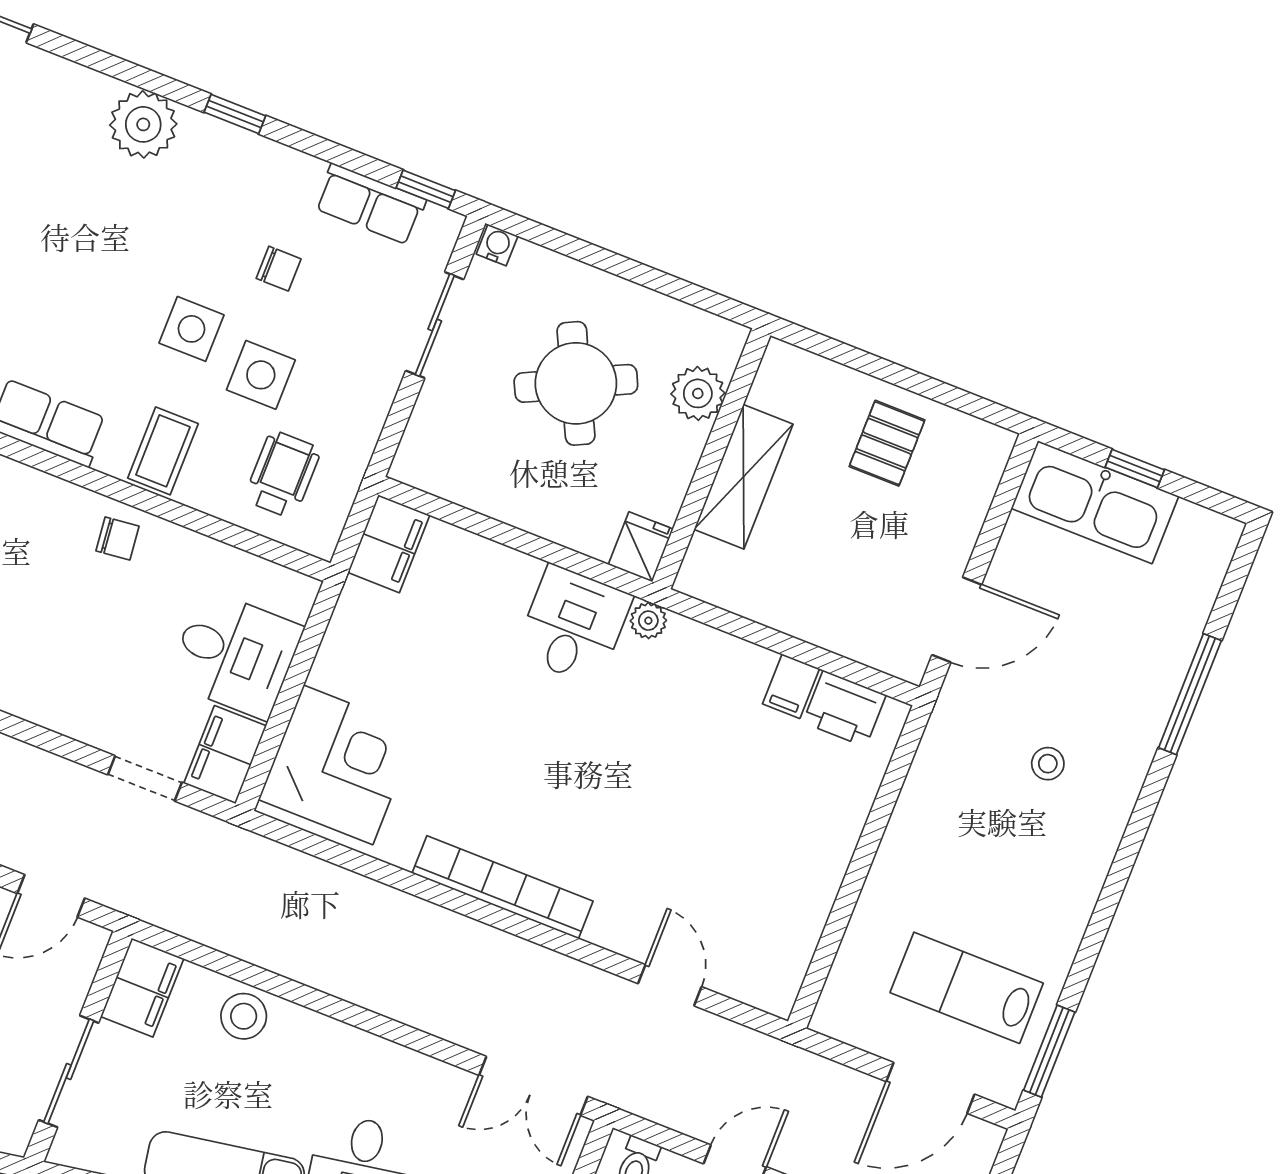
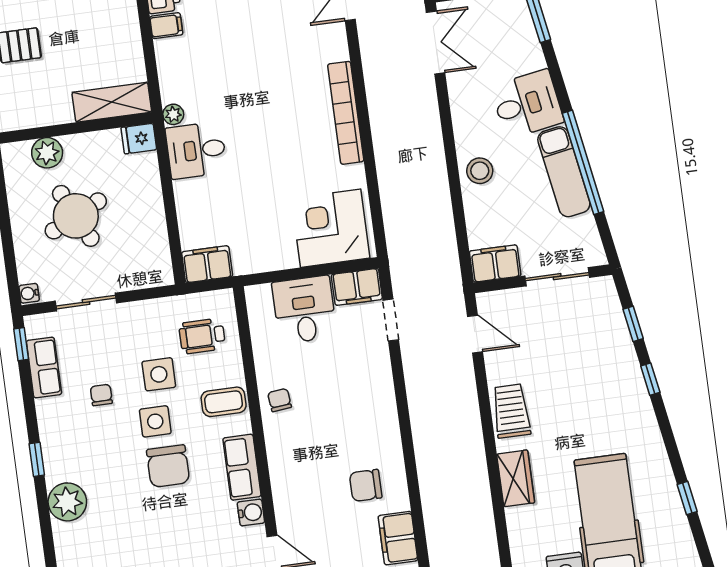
chair: (112, 310) -> (168, 466), added
shelving: (744, 477) -> (112, 102), moved
stool: (244, 1016) -> (480, 171), moved

